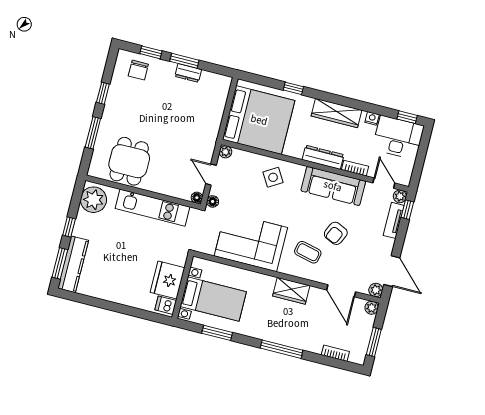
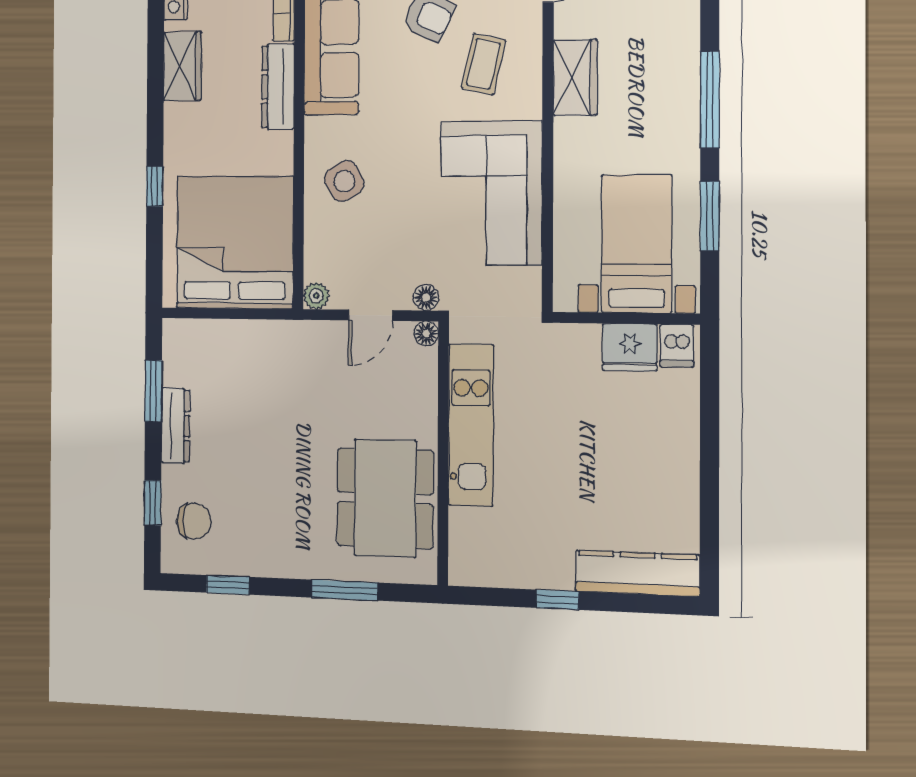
window: (184, 61) -> (153, 391), moved
dresser: (188, 73) -> (175, 426), width x1.44
window: (103, 93) -> (228, 585), moved
wardrobe: (337, 113) -> (183, 66), width x0.67
dining table: (129, 161) -> (385, 498), width x1.38
plant: (93, 200) -> (485, 558), removed
window: (60, 263) -> (643, 604), removed
fridge: (167, 280) -> (630, 347), width x0.73, depth x0.75
window: (282, 349) -> (710, 100), moved

